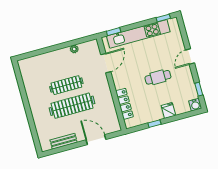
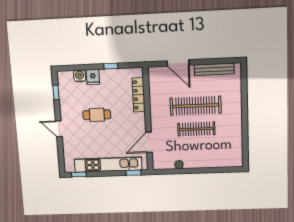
door: (190, 57) -> (59, 129), swing flipped
water cooler: (195, 105) -> (80, 76), moved
bench: (64, 141) -> (214, 69), width x1.36

